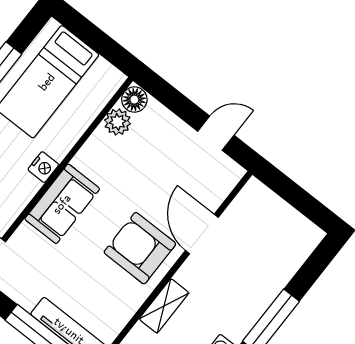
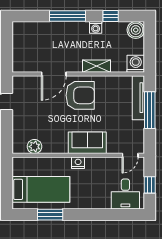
floor lamp: (134, 100) -> (19, 147), removed
armchair: (140, 248) -> (80, 95), turned -90

